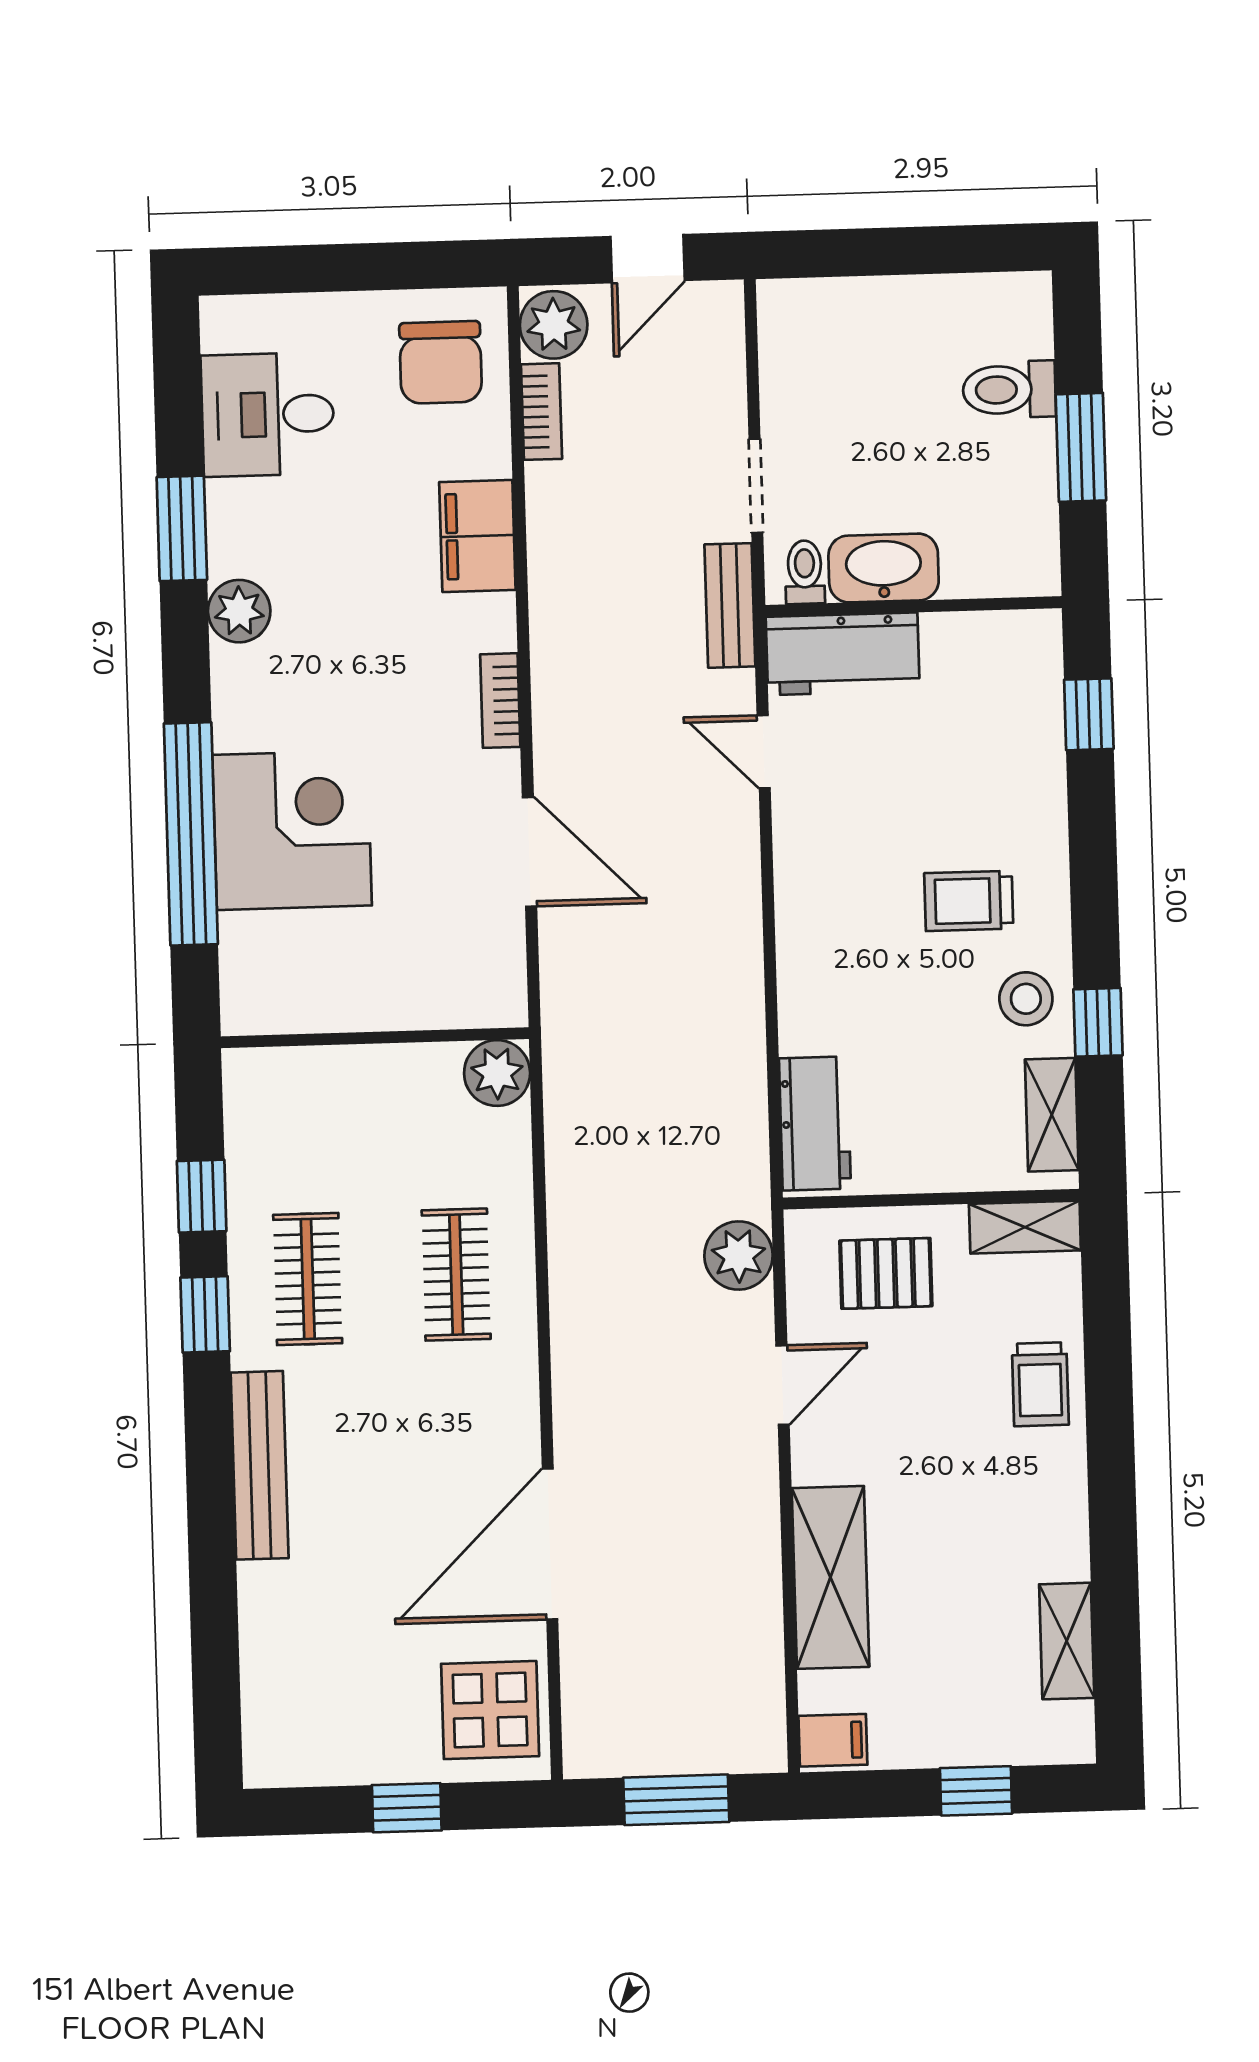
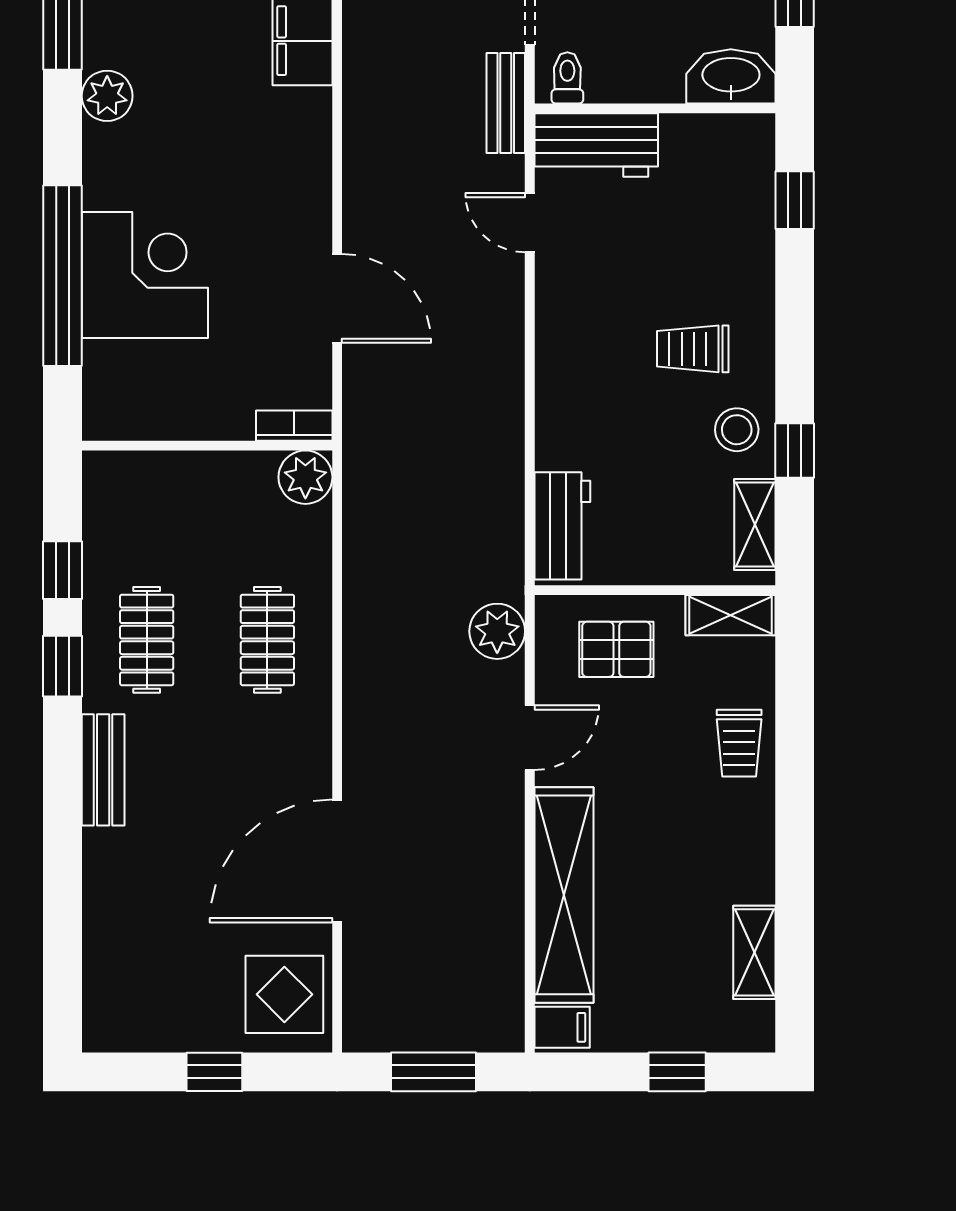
washbasin: (884, 568) -> (731, 76), moved
bookcase: (500, 701) -> (294, 426), moved, turned 90
bench: (260, 1465) -> (103, 770), width x0.73
shelving: (830, 1577) -> (564, 895), width x1.47

